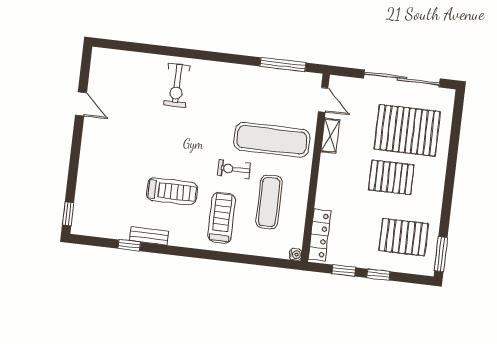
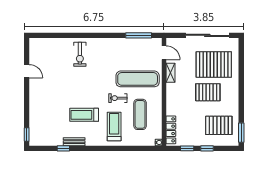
treadmill: (172, 191) -> (84, 115), turned 180

